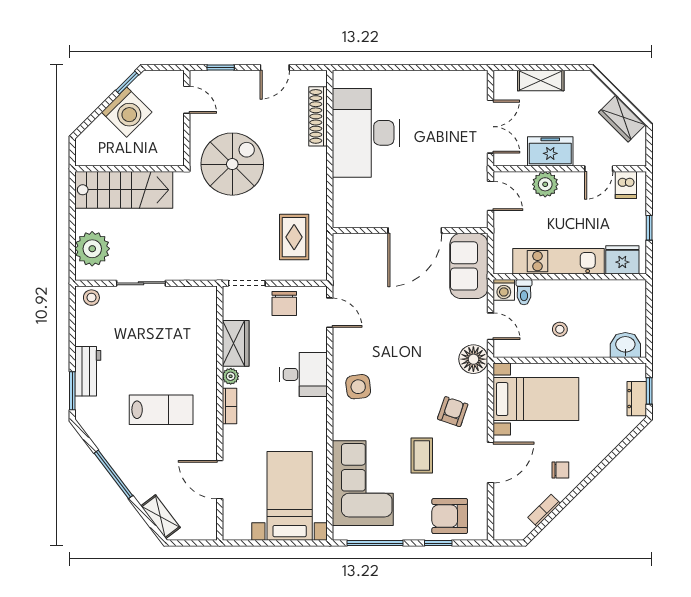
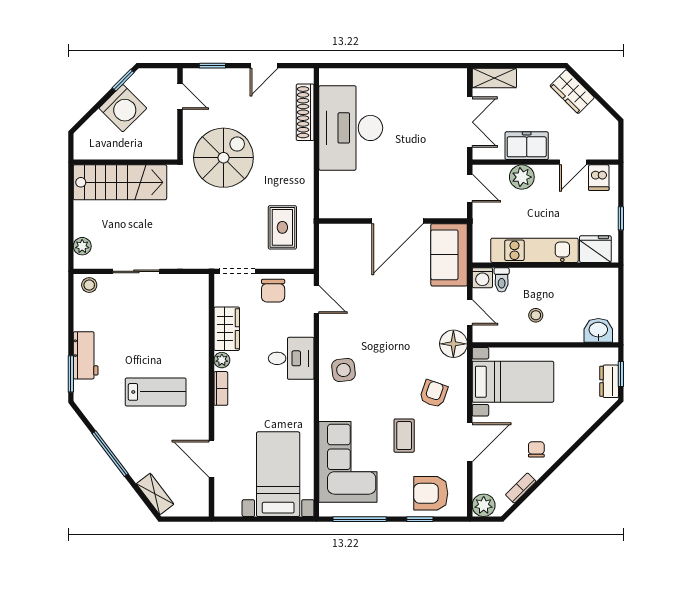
shelving: (541, 80) -> (494, 78), moved
wardrobe: (622, 119) -> (572, 92), moved
plant: (92, 249) -> (82, 246), width x0.53, depth x0.53
chair: (560, 470) -> (536, 449), turned -90
plant: (505, 529) -> (484, 505), added

